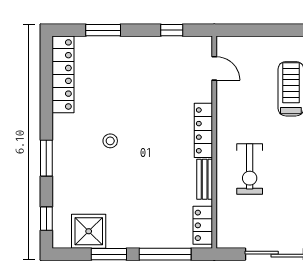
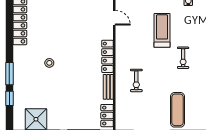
exercise bike: (250, 169) -> (136, 80), width x0.73, depth x0.72
window: (46, 219) -> (9, 98), moved

